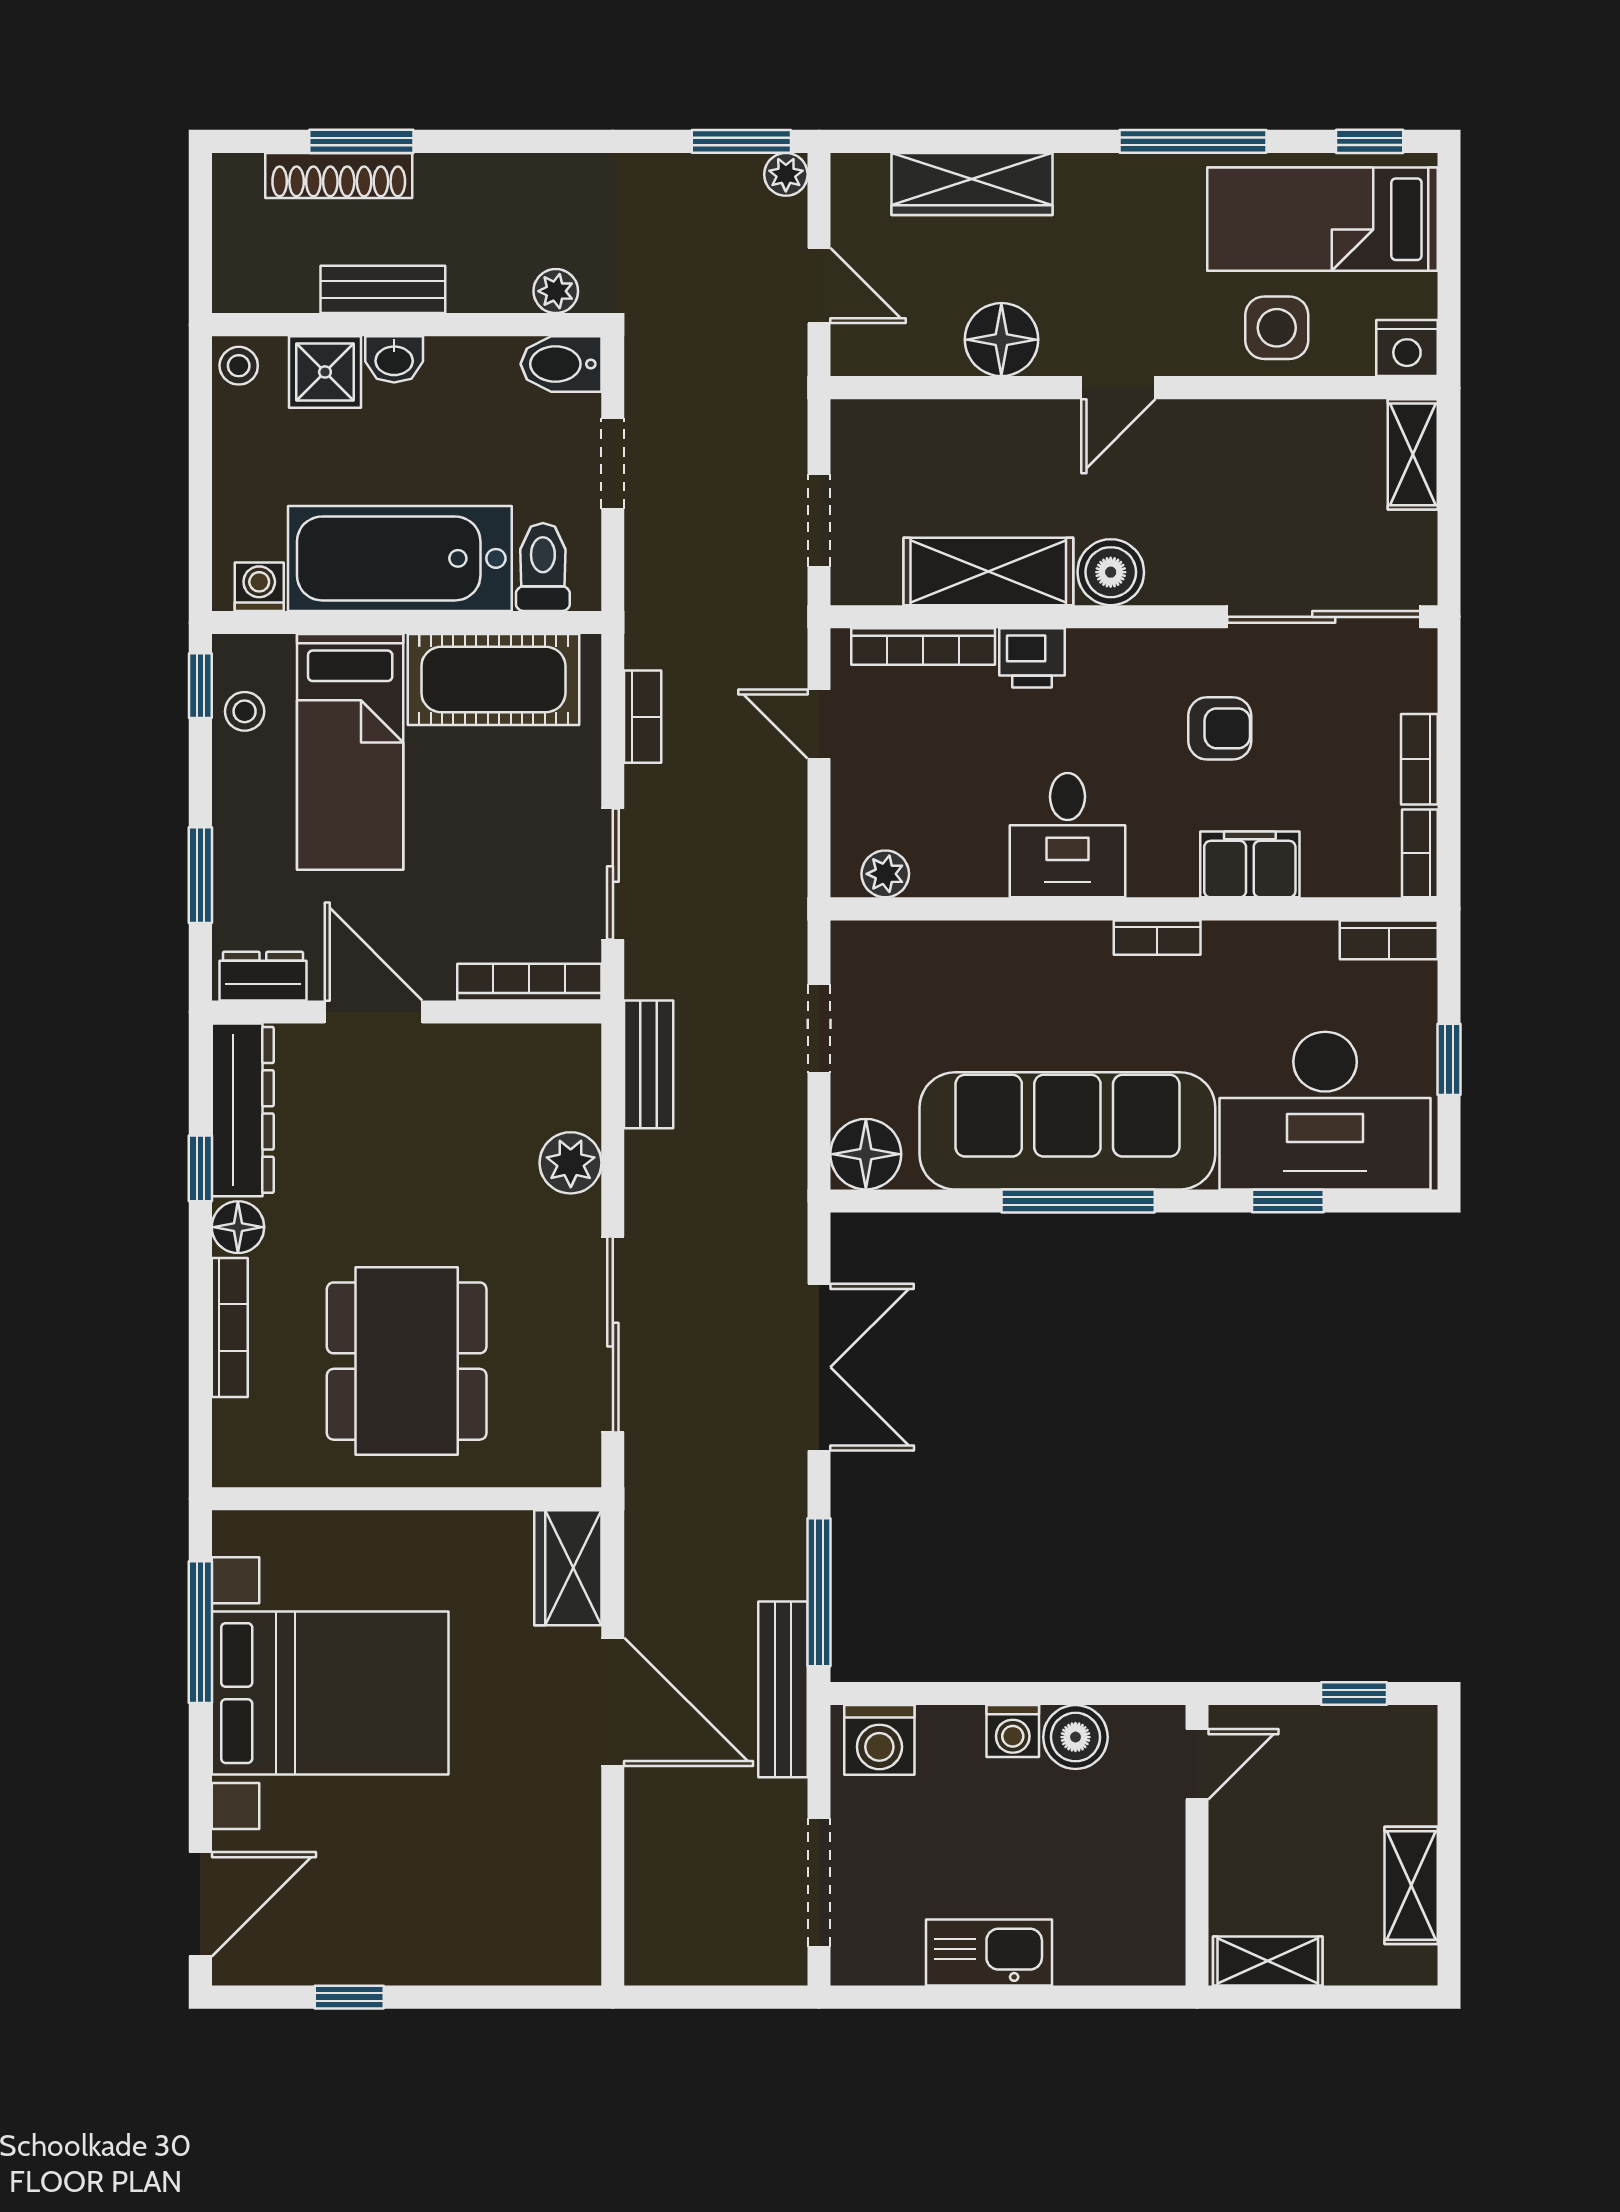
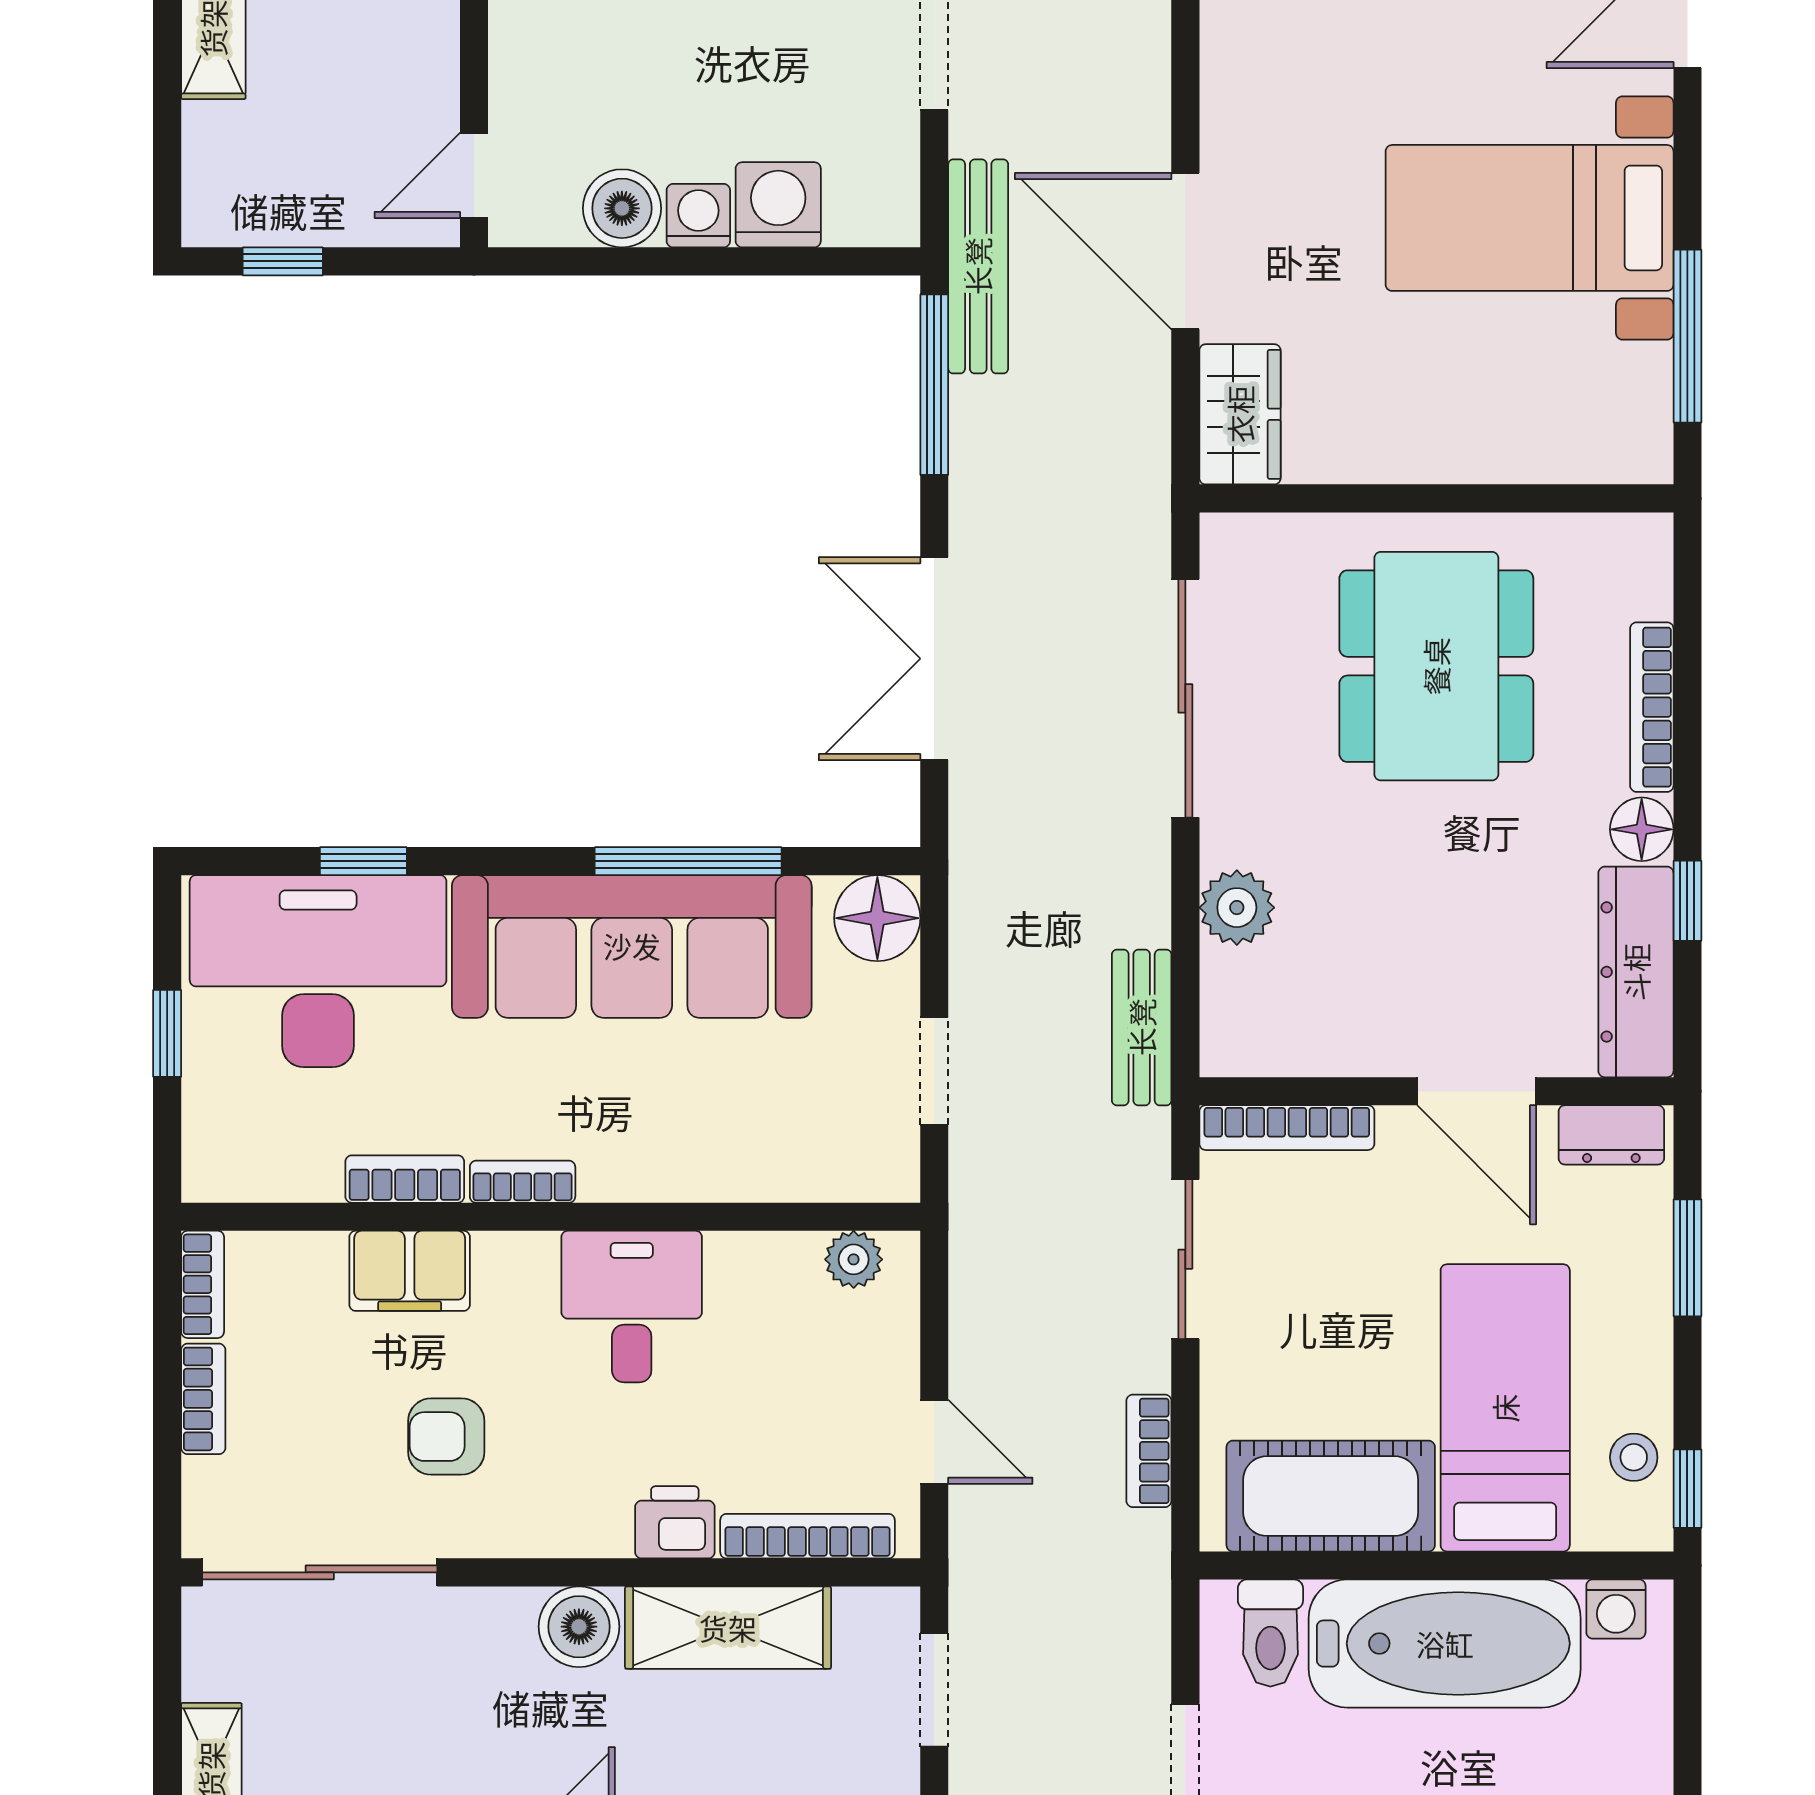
bookcase: (1389, 940) -> (405, 1179), moved
window: (1078, 1201) -> (688, 861), moved
bed with nightstands: (330, 1693) -> (1530, 218), width x0.73
washing machine: (879, 1740) -> (778, 205), moved

